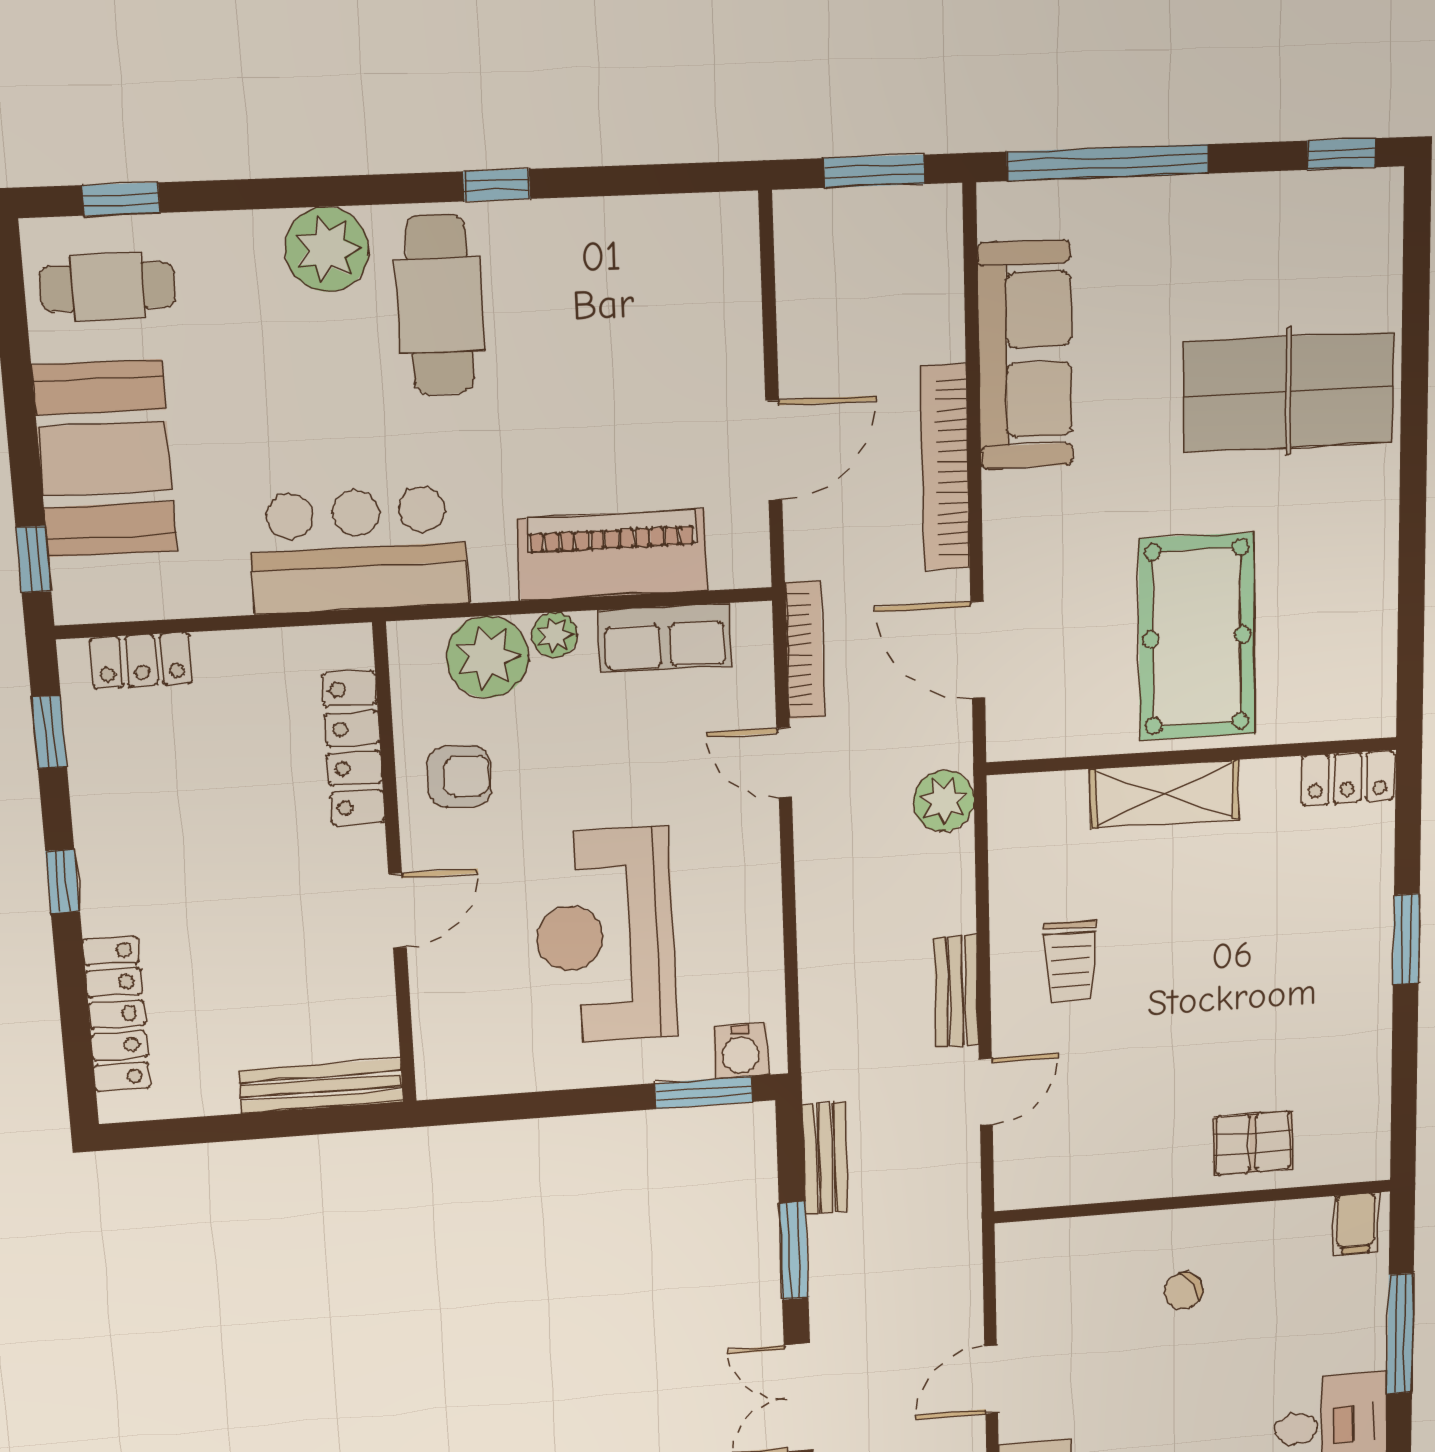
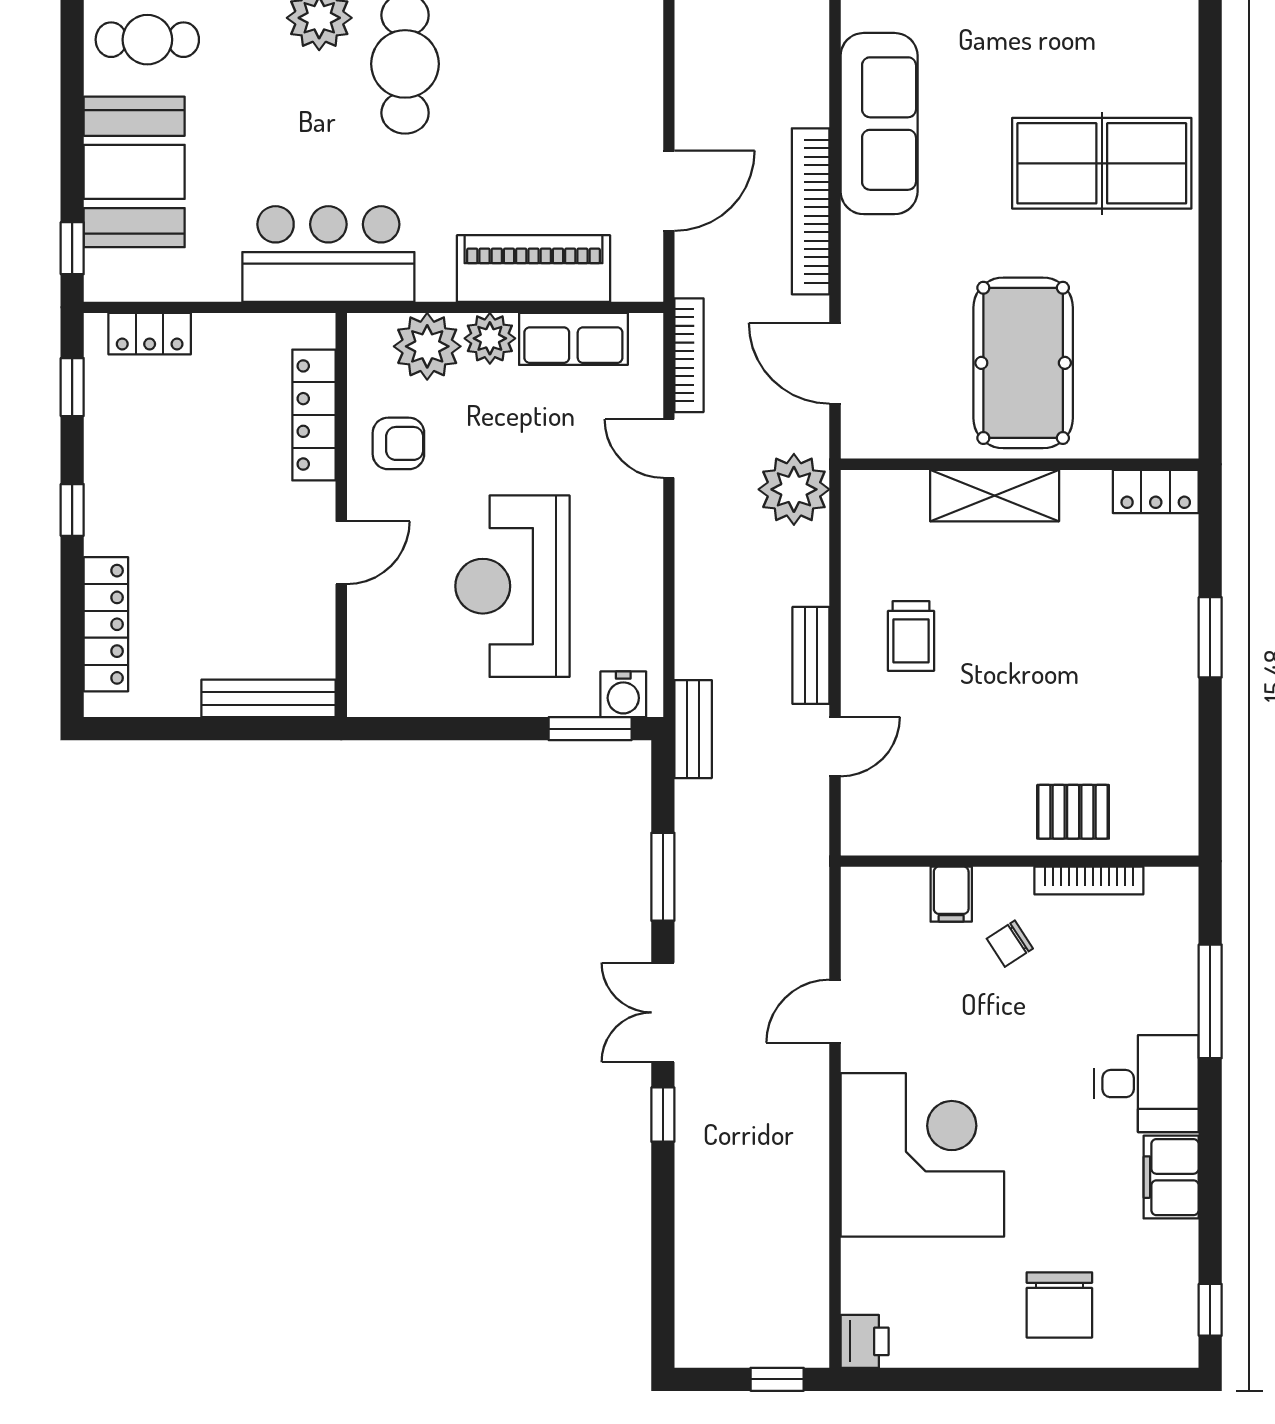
plant: (555, 635) -> (490, 338), width x1.38, depth x1.38
plant: (944, 801) -> (794, 489), width x1.36, depth x1.36
bench: (825, 1158) -> (693, 729), moved
bookcase: (1270, 1216) -> (1089, 881), added
filing cabinet: (1356, 1224) -> (951, 894), moved

